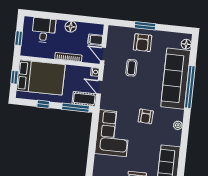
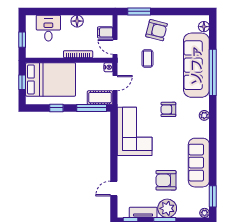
window: (145, 26) -> (139, 11), moved
armchair: (143, 43) -> (157, 30), turned -76
door: (99, 87) -> (115, 83), swing flipped
armchair: (146, 116) -> (168, 109), turned 87

